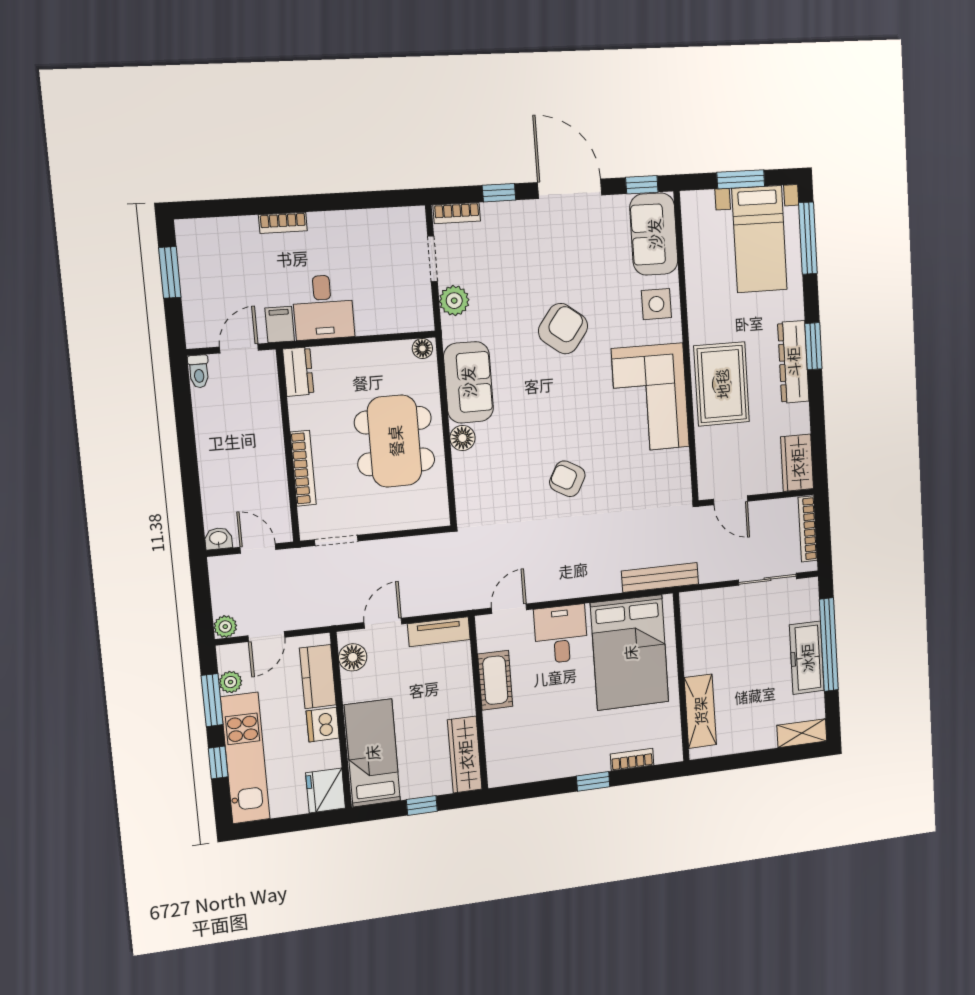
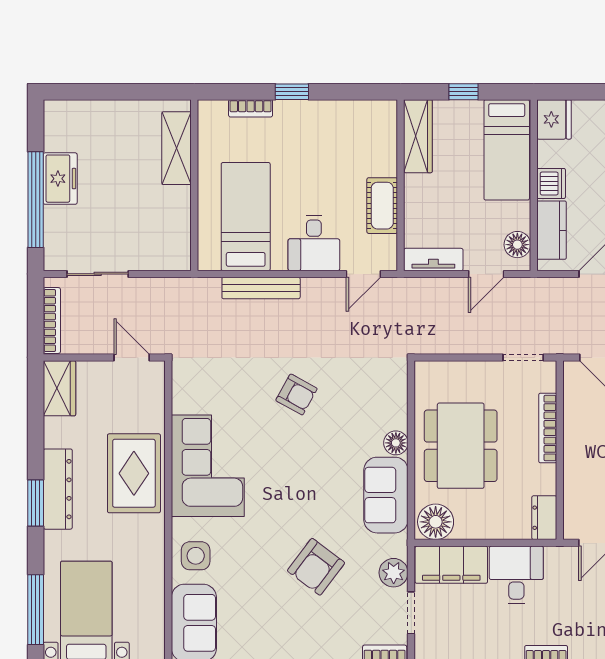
filing cabinet: (280, 325) -> (451, 565), moved, width x3.00, depth x1.17
armchair: (563, 329) -> (316, 567), moved
floor lamp: (422, 348) -> (436, 522), width x1.89, depth x1.89
bench: (660, 577) -> (261, 288), moved
bed: (630, 653) -> (246, 217), width x0.67
freezer: (807, 658) -> (60, 179), width x0.71
shelving: (802, 733) -> (70, 111), removed

